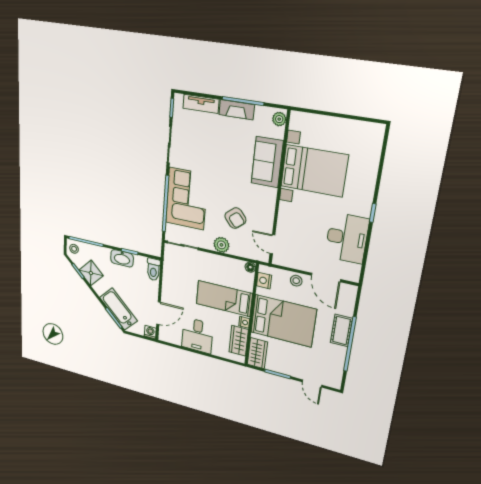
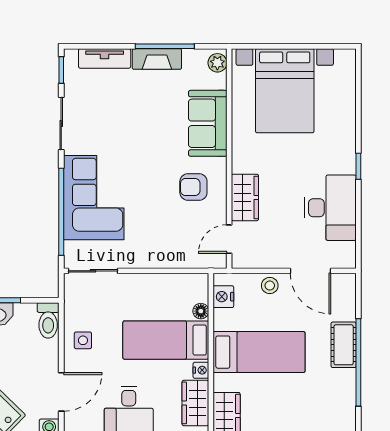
bed with nightstands: (314, 171) -> (285, 91), moved, turned 90
armchair: (235, 218) -> (193, 187), moved, turned 130
wardrobe: (287, 219) -> (245, 197), added
door: (272, 244) -> (229, 239), hinge flipped
plant: (221, 245) -> (154, 257), removed
floor lamp: (250, 267) -> (201, 311), moved
side table: (173, 286) -> (83, 340), added
bed: (283, 321) -> (259, 352), width x0.67

